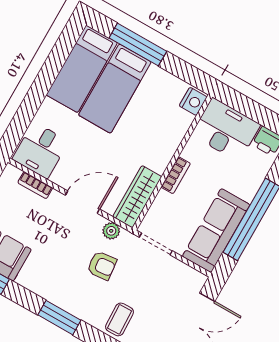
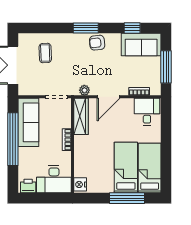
armchair: (102, 266) -> (97, 43), moved
coffee table: (119, 319) -> (45, 53), moved

